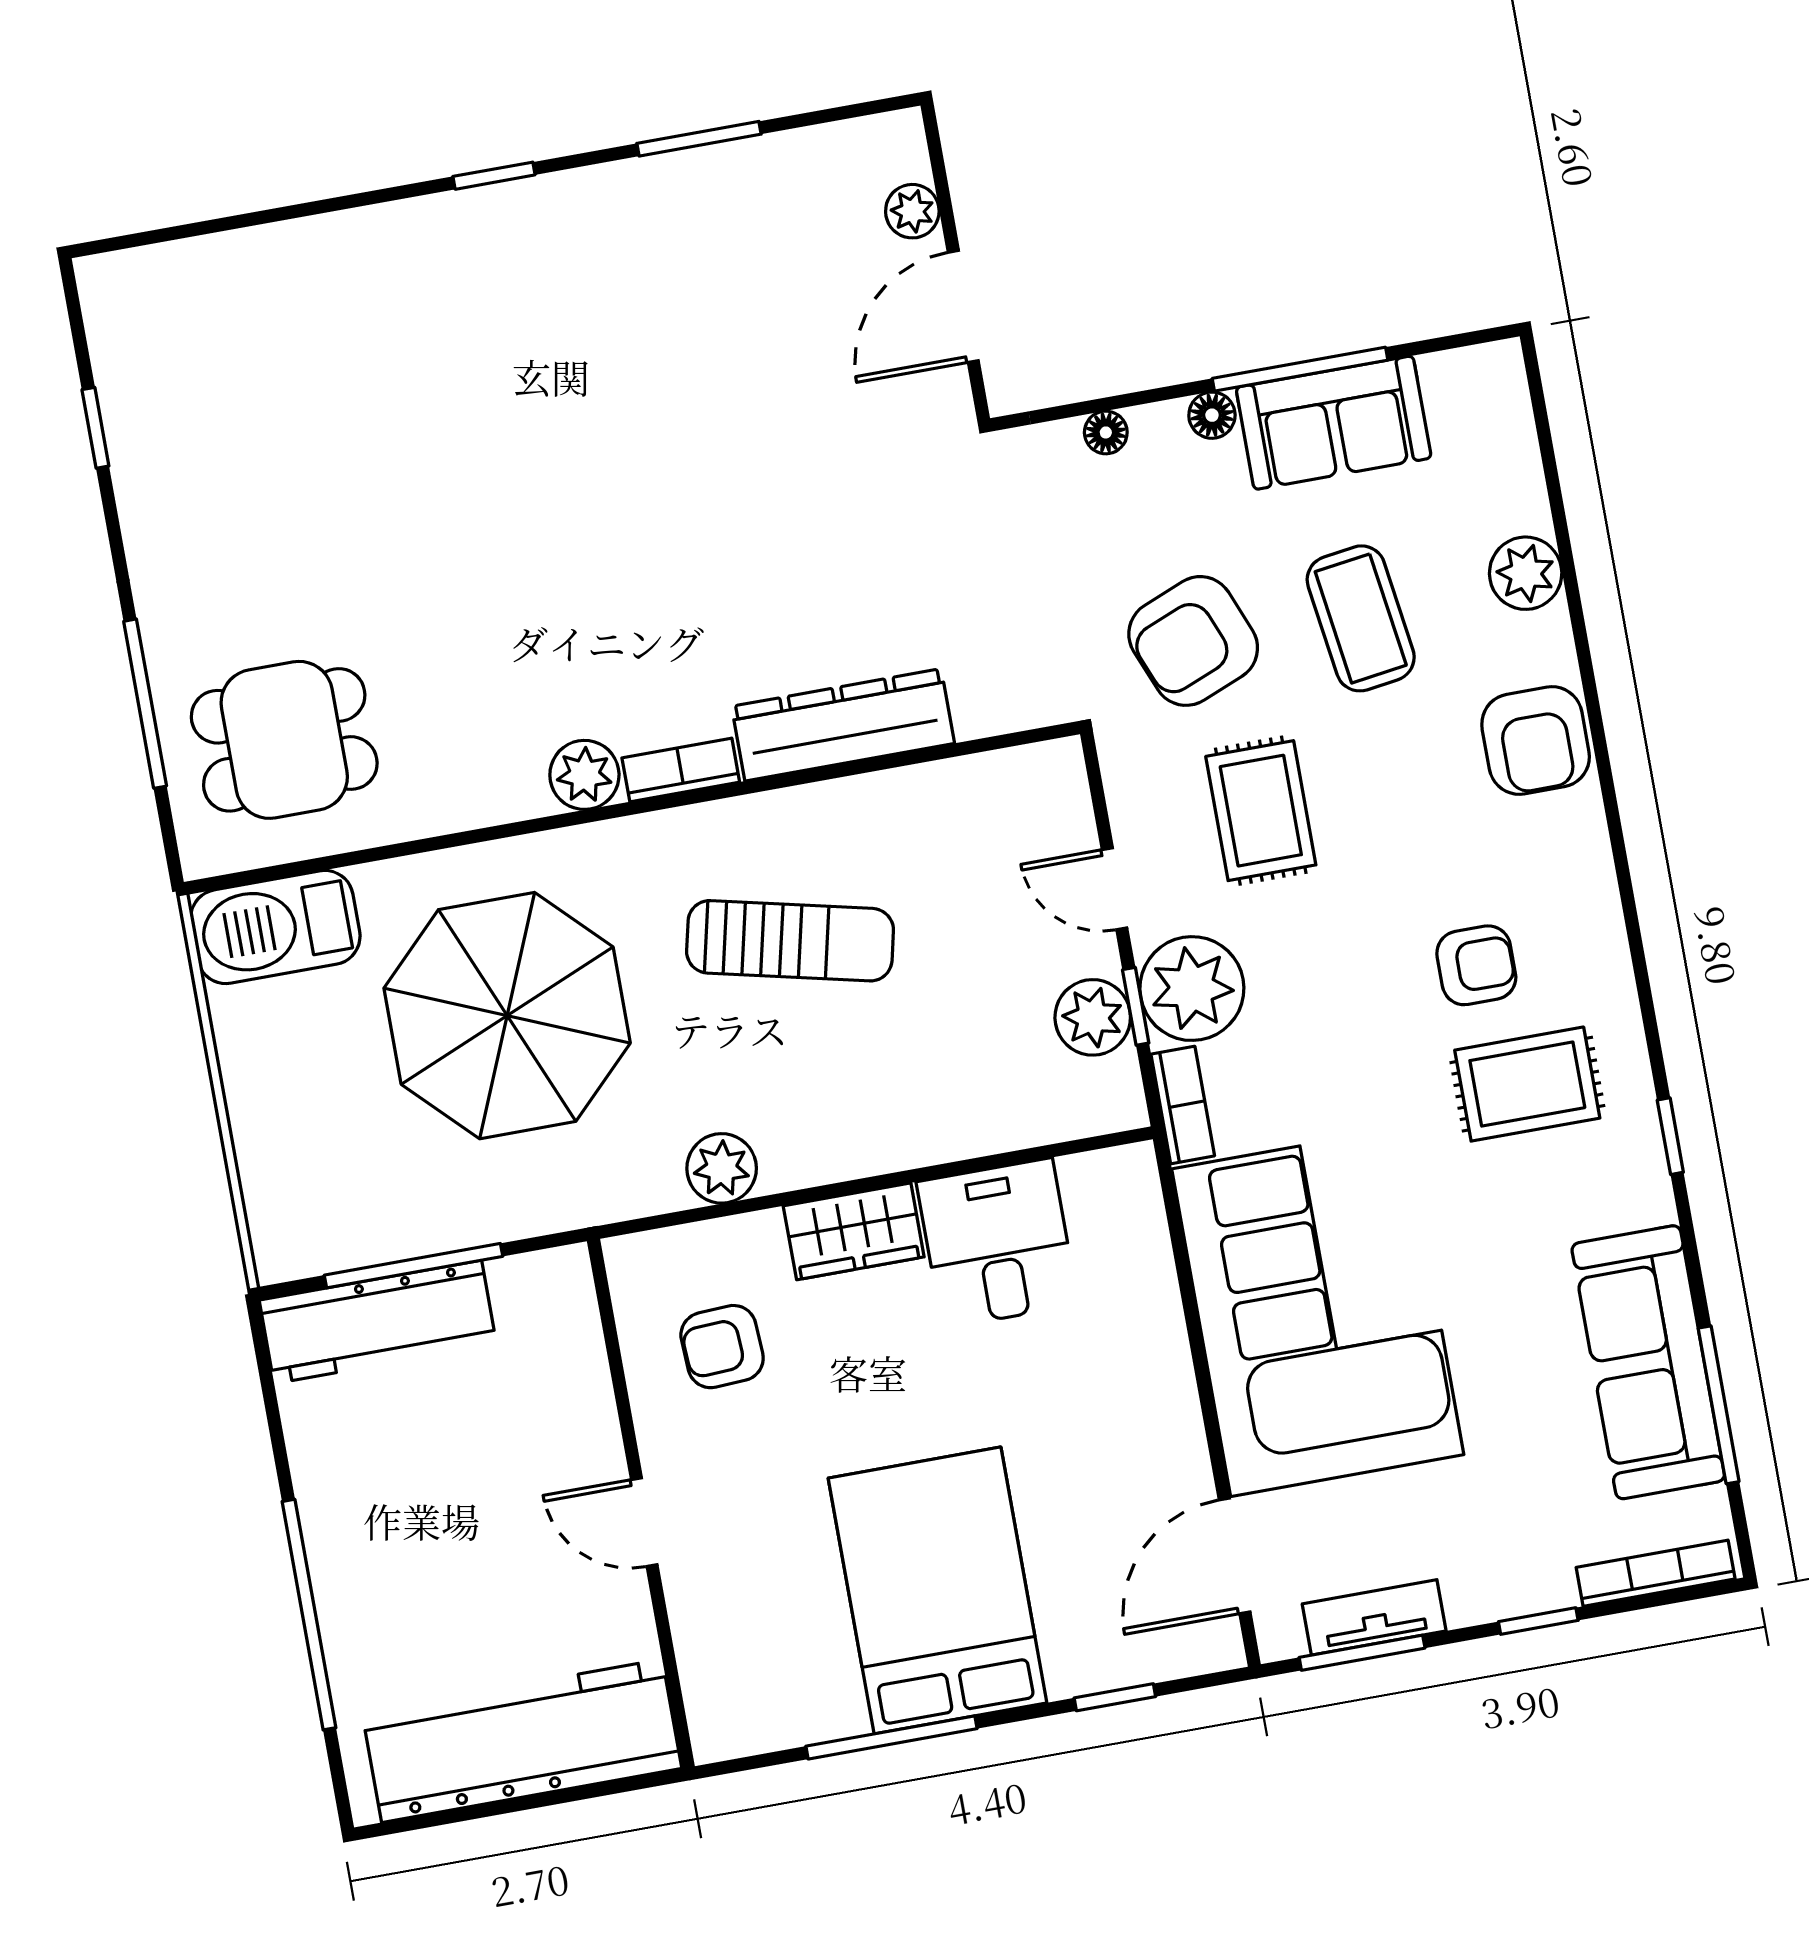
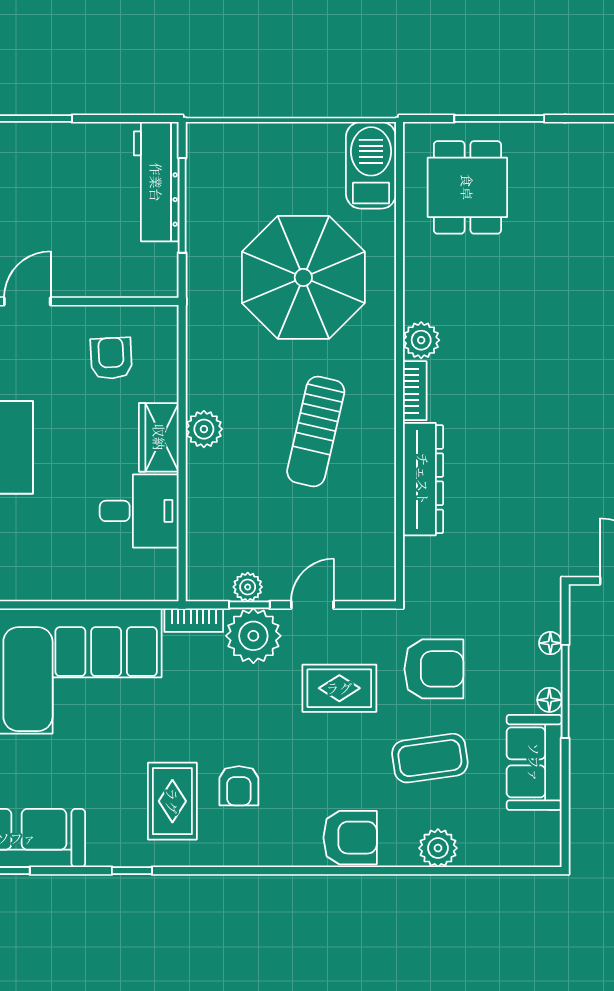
window: (1300, 369) -> (565, 691), moved
armchair: (1193, 641) -> (434, 669), turned 112
armchair: (1536, 740) -> (350, 838), turned 180
plant: (1093, 1017) -> (248, 587), width x0.73, depth x0.73
plant: (722, 1168) -> (204, 429), moved

